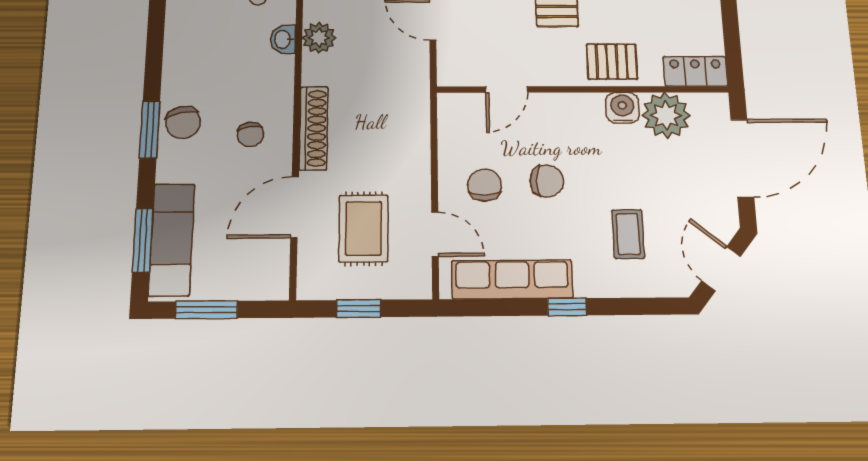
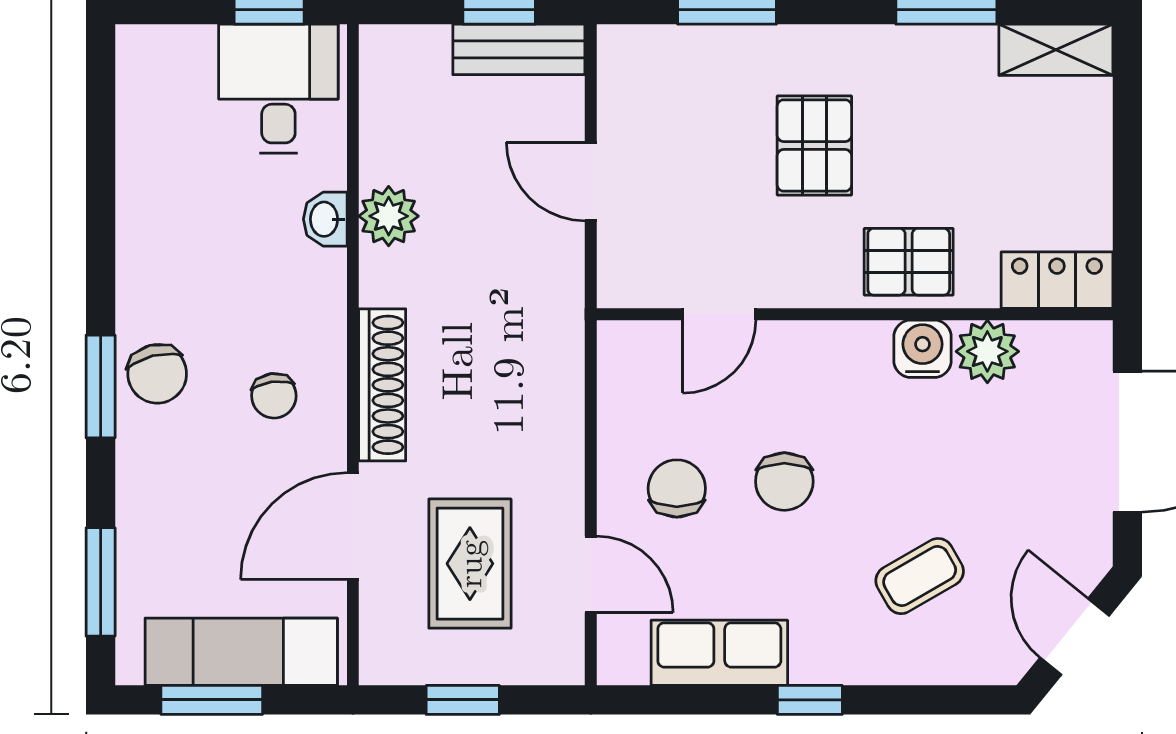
plant: (666, 115) -> (987, 351), width x0.73, depth x0.73
chair: (547, 181) -> (784, 481), turned 90
coffee table: (628, 234) -> (920, 576), turned 60
exam couch: (172, 240) -> (241, 652), moved, turned -90
row of seats: (512, 279) -> (719, 653), width x0.68

